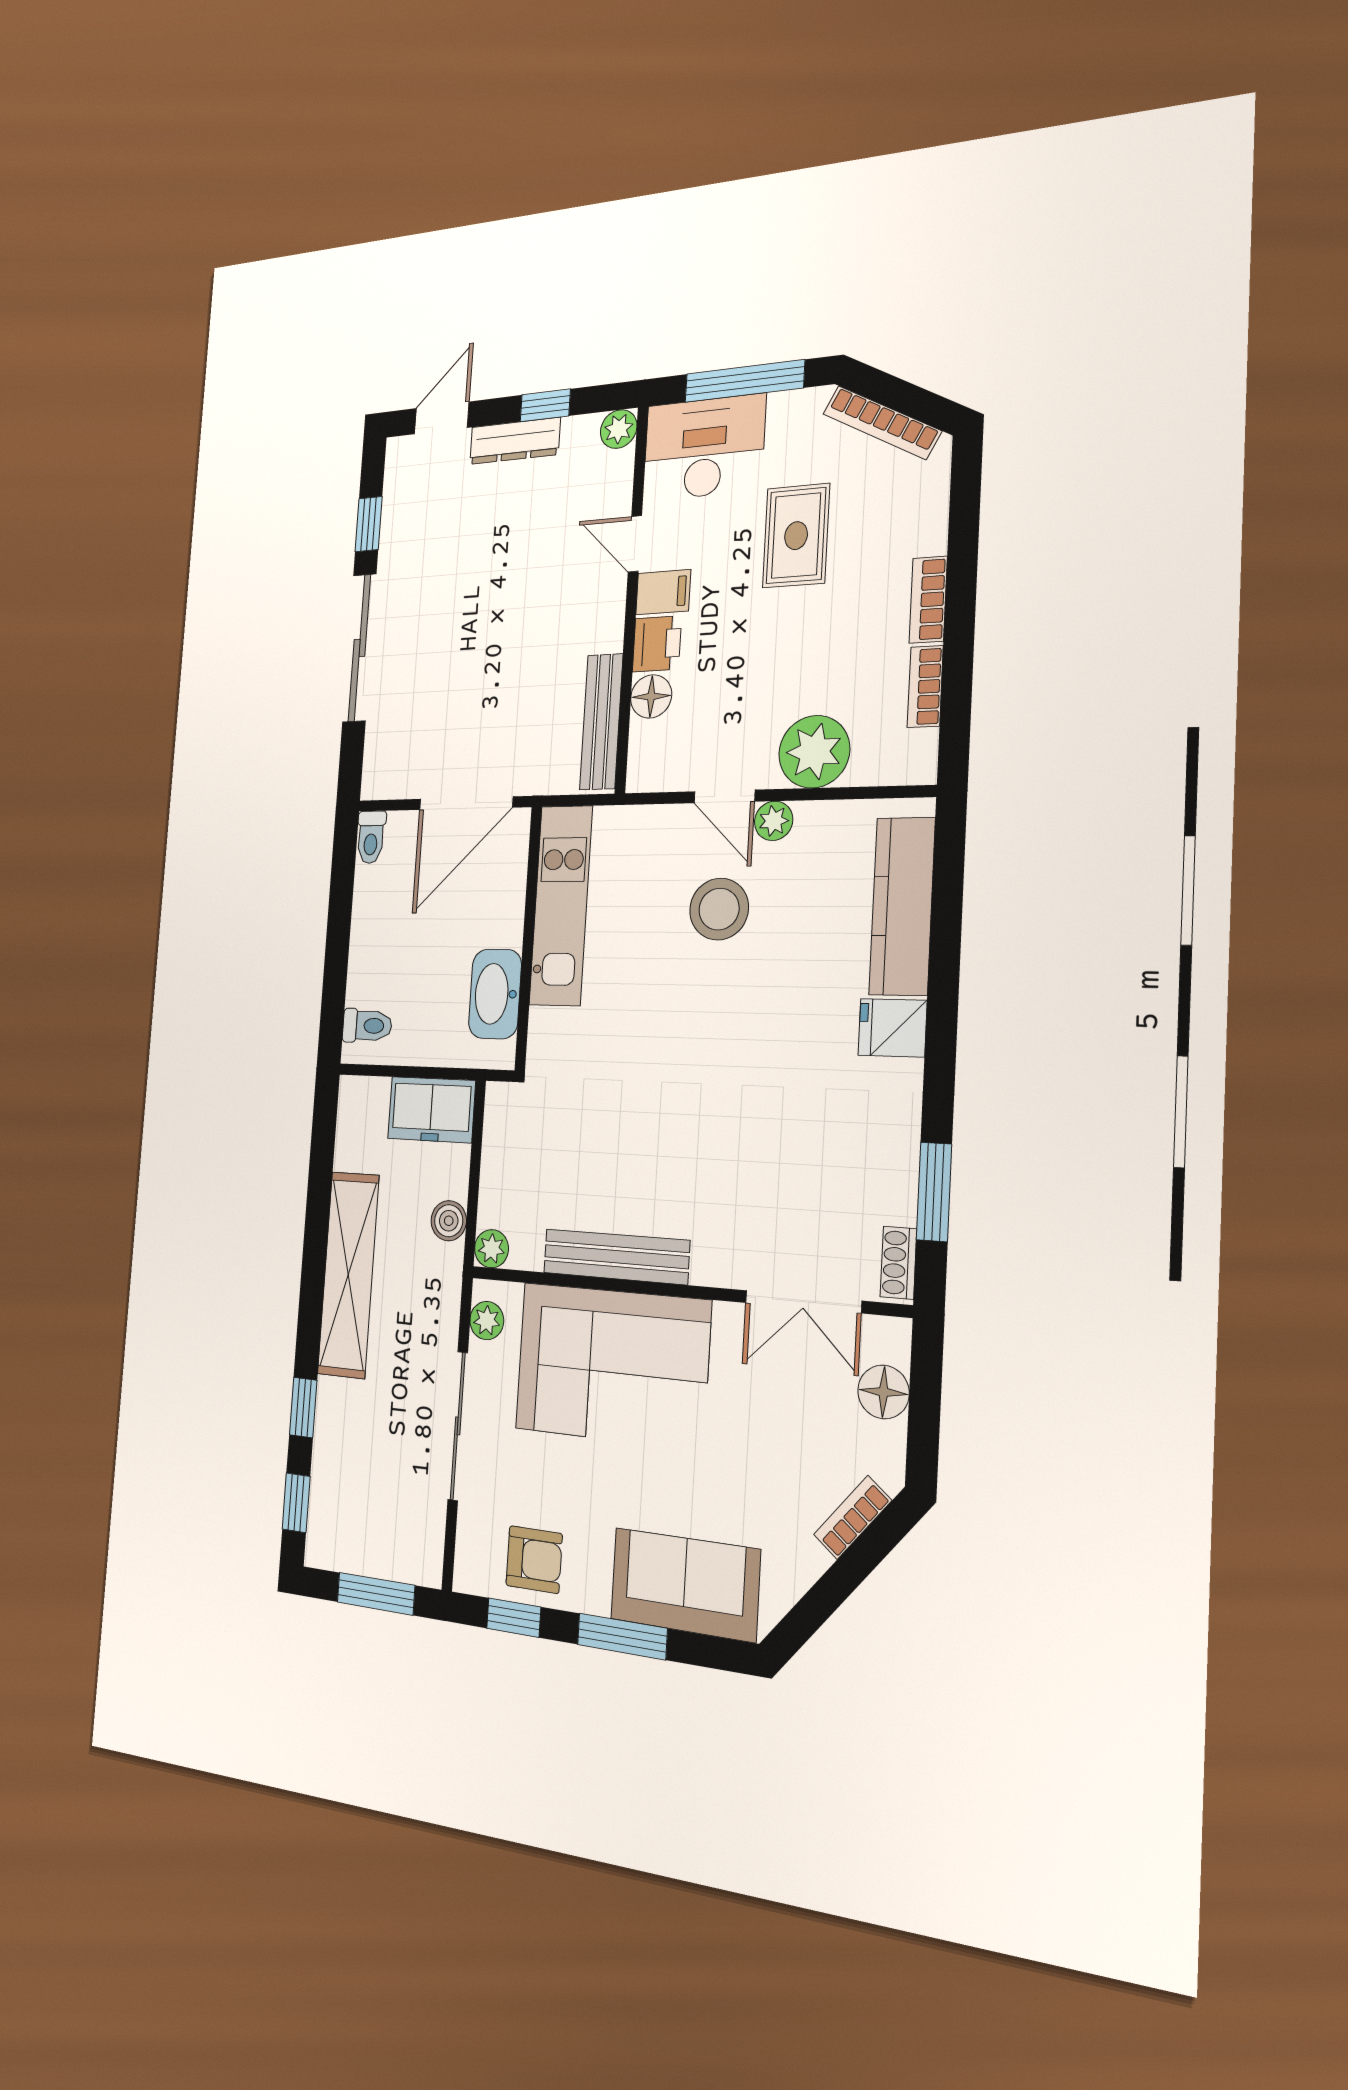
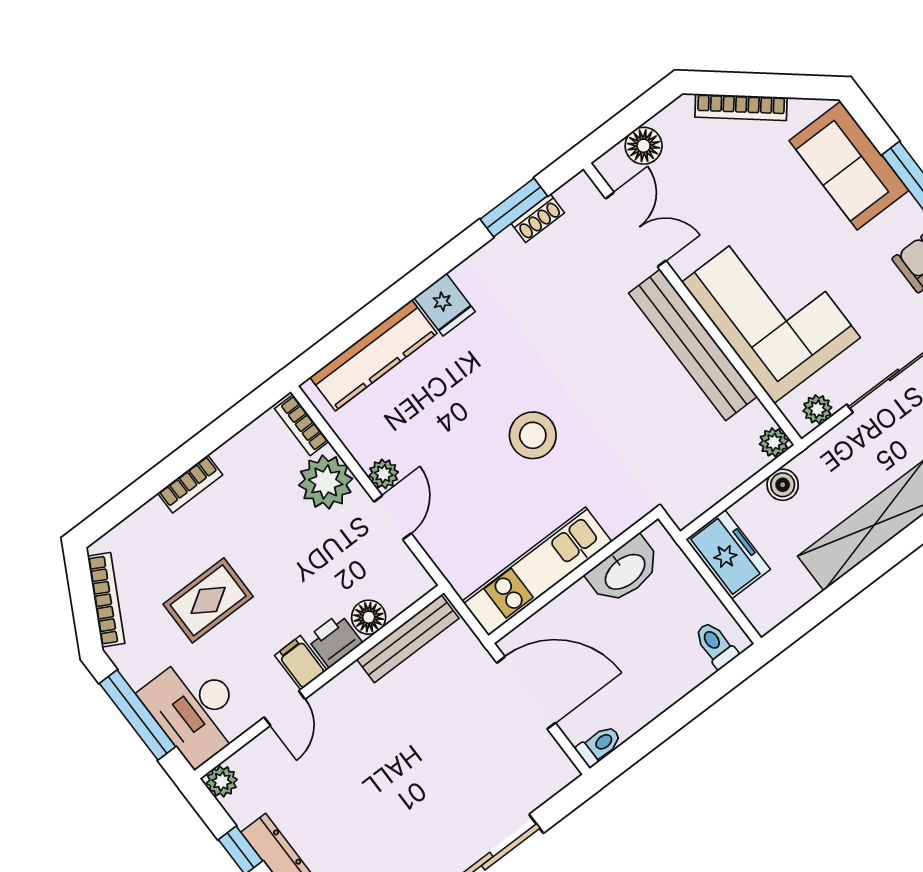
bookcase: (925, 687) -> (302, 425), moved, turned 90
stool: (719, 909) -> (533, 435), moved
bench: (616, 1257) -> (693, 345), width x1.37, depth x1.21
shoe rack: (898, 1263) -> (538, 218), moved
bookcase: (853, 1517) -> (741, 107), width x1.56

